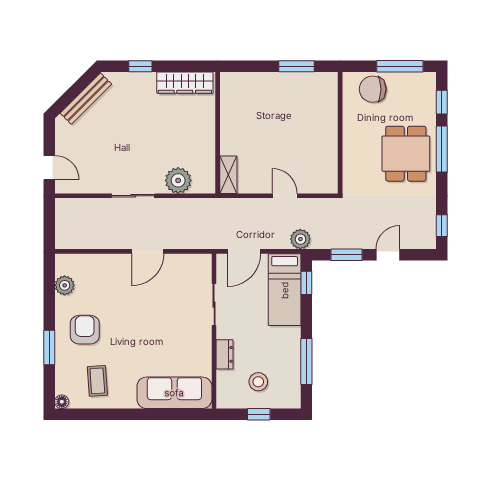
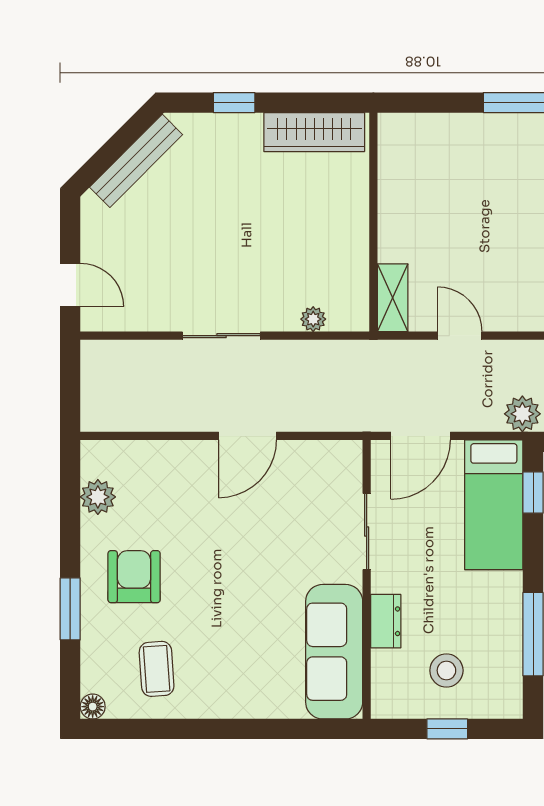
plant: (178, 180) -> (313, 319), width x0.53, depth x0.53
door: (285, 196) -> (460, 336), moved
sofa: (174, 393) -> (334, 652), moved, turned -90

